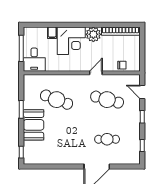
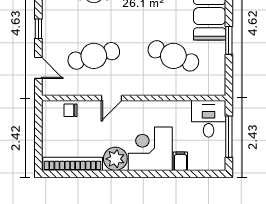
cafe table: (107, 100) -> (94, 56), turned -30

